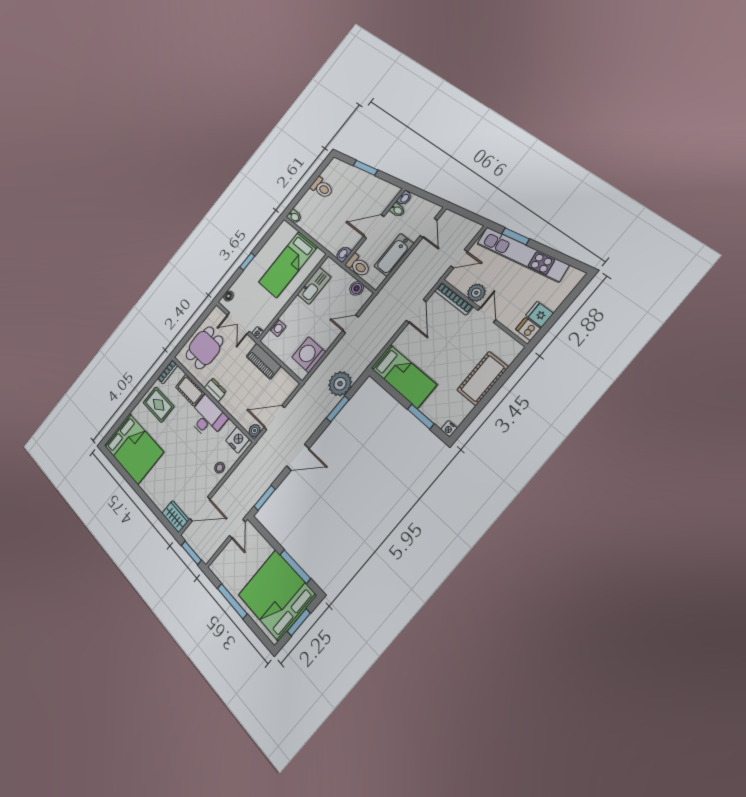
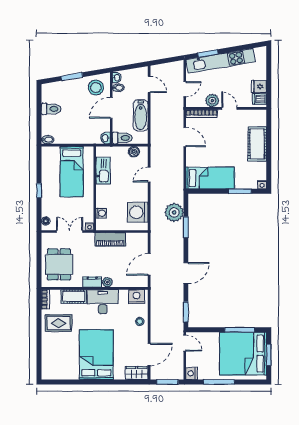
stool: (377, 195) -> (96, 87), added
double door: (238, 323) -> (70, 232), swing flipped
plant: (255, 431) -> (107, 282), moved
bed: (134, 449) -> (96, 355), moved, turned -90
nightstand: (217, 566) -> (192, 373), added

